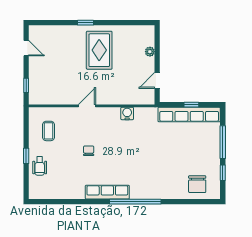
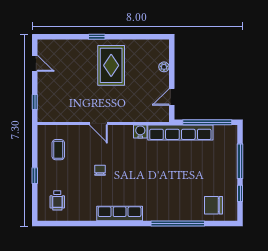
window: (191, 105) -> (207, 122), width x3.17
door: (87, 106) -> (98, 124), swing flipped
row of seats: (189, 115) -> (180, 133), moved
wheelchair: (40, 166) -> (57, 200), moved
chair: (197, 184) -> (213, 205), turned 90
window: (135, 202) -> (178, 224), moved

